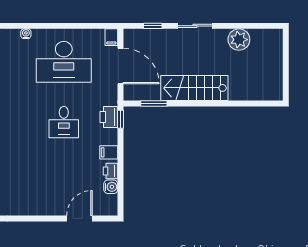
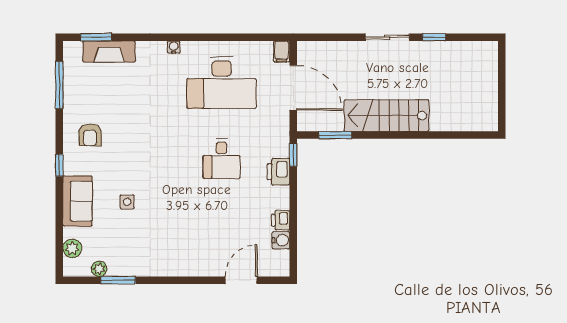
window: (153, 26) -> (434, 37), moved
plant: (239, 40) -> (443, 54), removed
printer: (109, 117) -> (278, 172), moved
filing cabinet: (109, 152) -> (278, 197), removed

